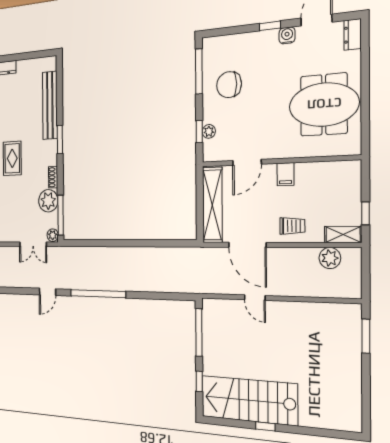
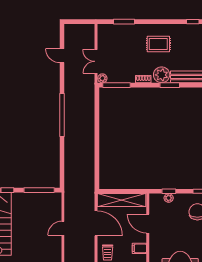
plant: (48, 201) -> (162, 75), moved
door: (247, 245) -> (96, 223), swing flipped
door: (48, 292) -> (62, 56), moved

